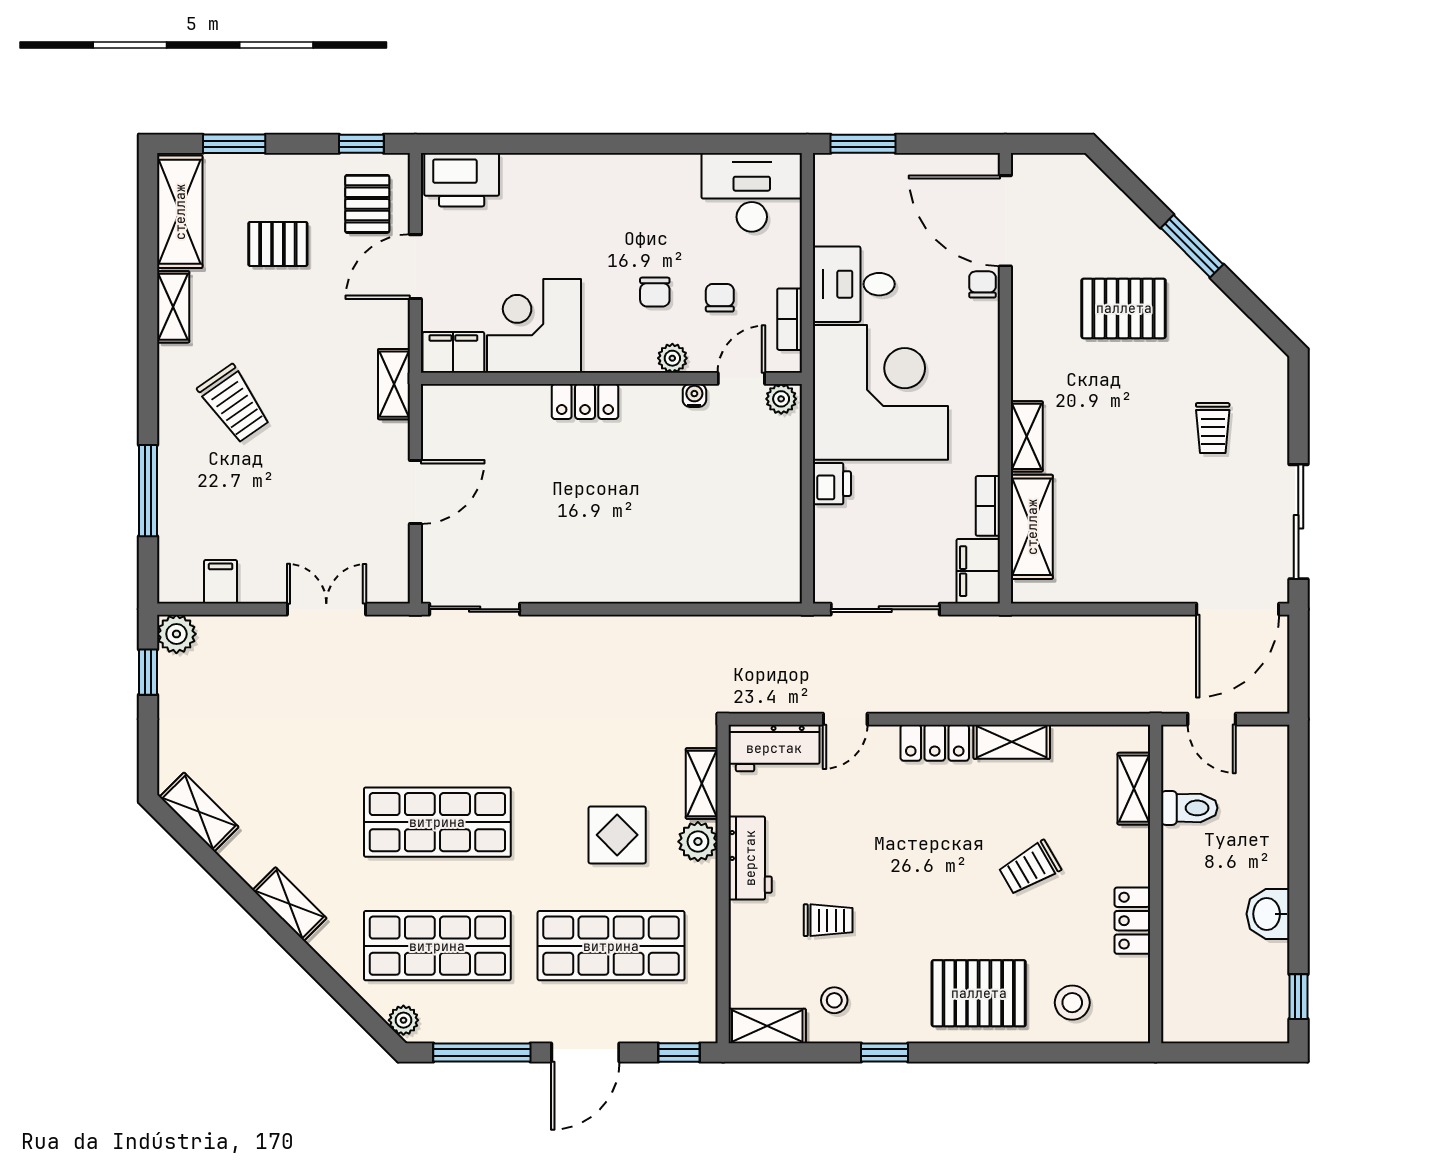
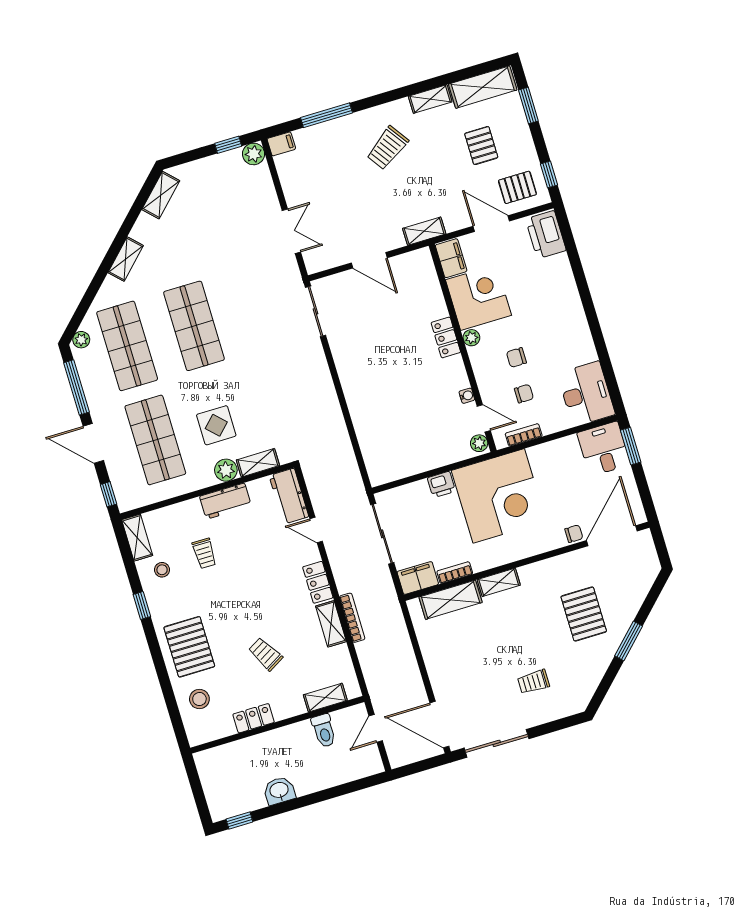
desk: (854, 284) -> (604, 449), moved
plant: (672, 358) -> (471, 338), moved
filing cabinet: (221, 582) -> (281, 144), moved
bookcase: (1012, 702) -> (352, 618), added

